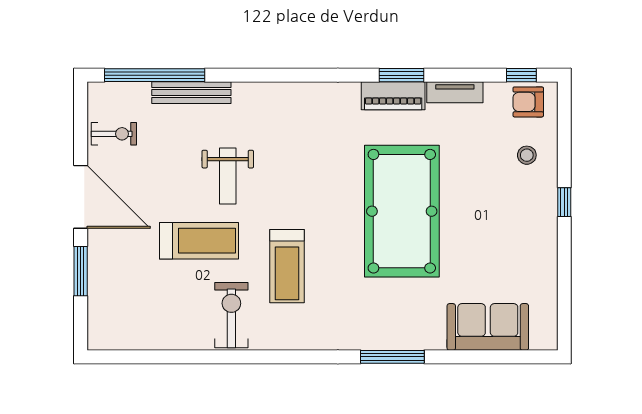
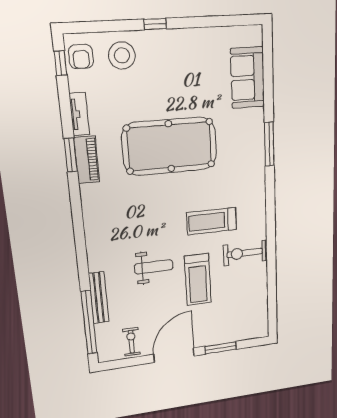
stool: (527, 155) -> (122, 55), width x1.89, depth x1.89
treadmill: (199, 241) -> (198, 279), turned 180
treadmill: (287, 266) -> (212, 221), turned 180

